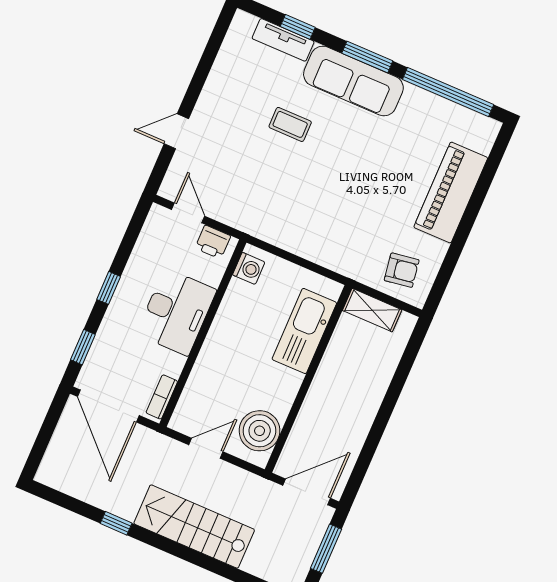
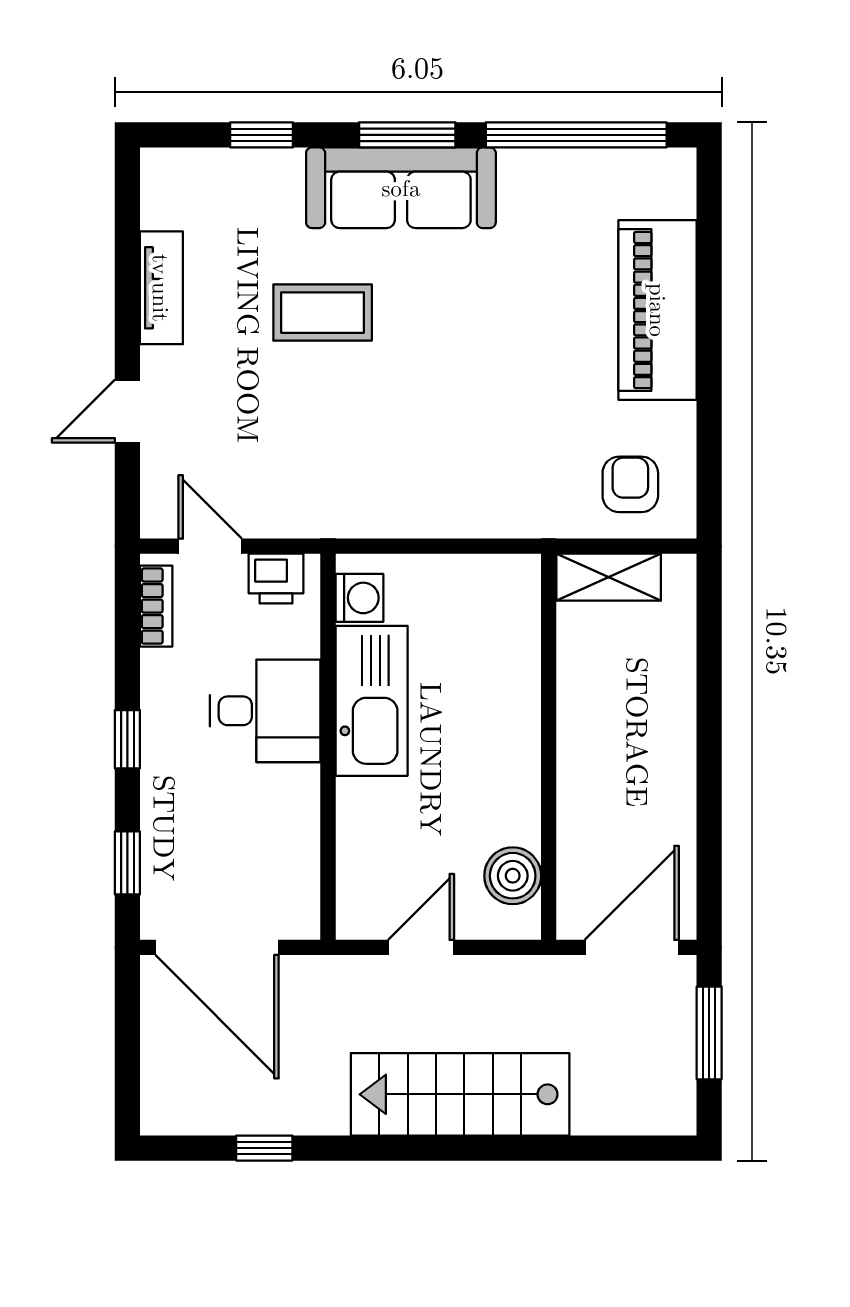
tv unit: (283, 40) -> (161, 288), moved, turned -90
coffee table: (290, 124) -> (323, 313), width x1.36, depth x1.30
armchair: (402, 270) -> (630, 484), turned -81
desk: (176, 312) -> (265, 711), width x0.73
kitchen sink: (304, 331) -> (372, 701), moved, turned 180
bookcase: (162, 397) -> (156, 606), moved, turned 180
boiler: (260, 431) -> (513, 876), width x0.73, depth x0.73
window: (116, 523) -> (264, 1148), moved

